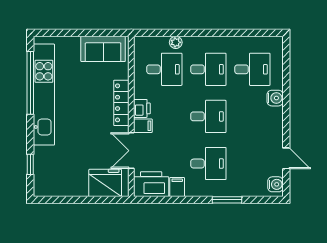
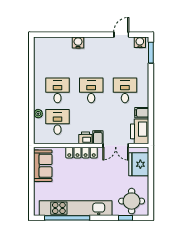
desk: (252, 69) -> (57, 59), removed
round table: (54, 173) -> (132, 201), added
window: (227, 200) -> (151, 53), moved

